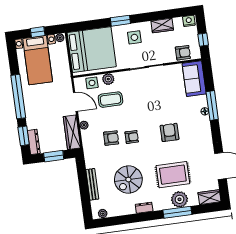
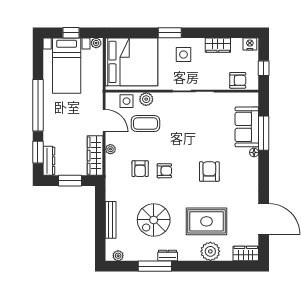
sofa: (194, 79) -> (247, 127), moved
window: (212, 105) -> (264, 133), moved
armchair: (111, 138) -> (140, 169), turned 89
window: (177, 212) -> (155, 266), moved

